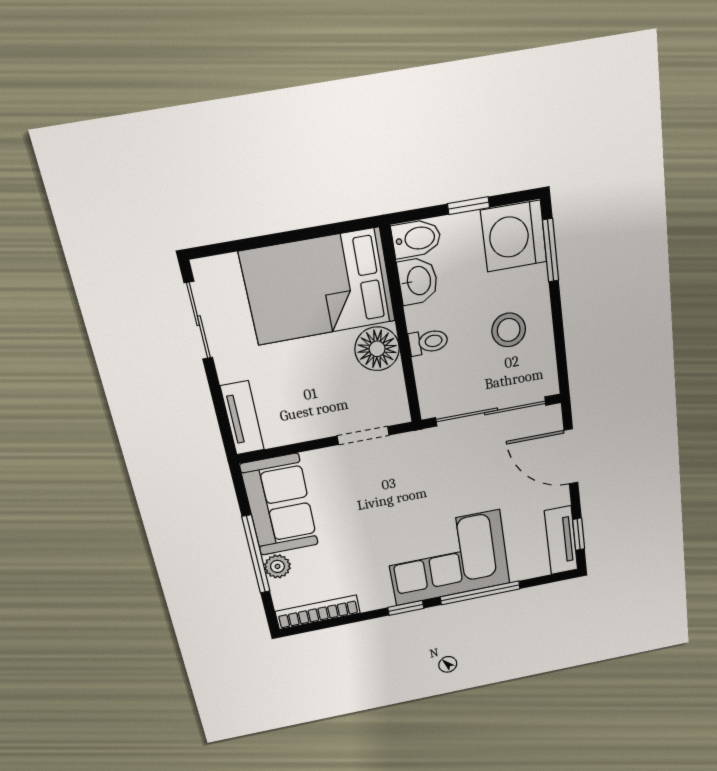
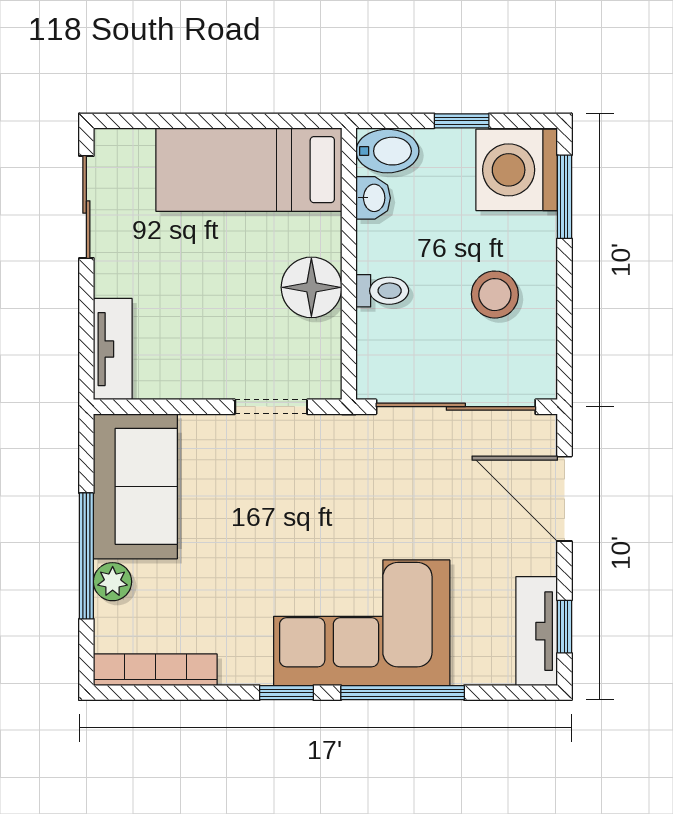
washbasin: (418, 281) -> (373, 198), width x0.72, depth x0.69
bed: (318, 287) -> (249, 170), width x0.67

